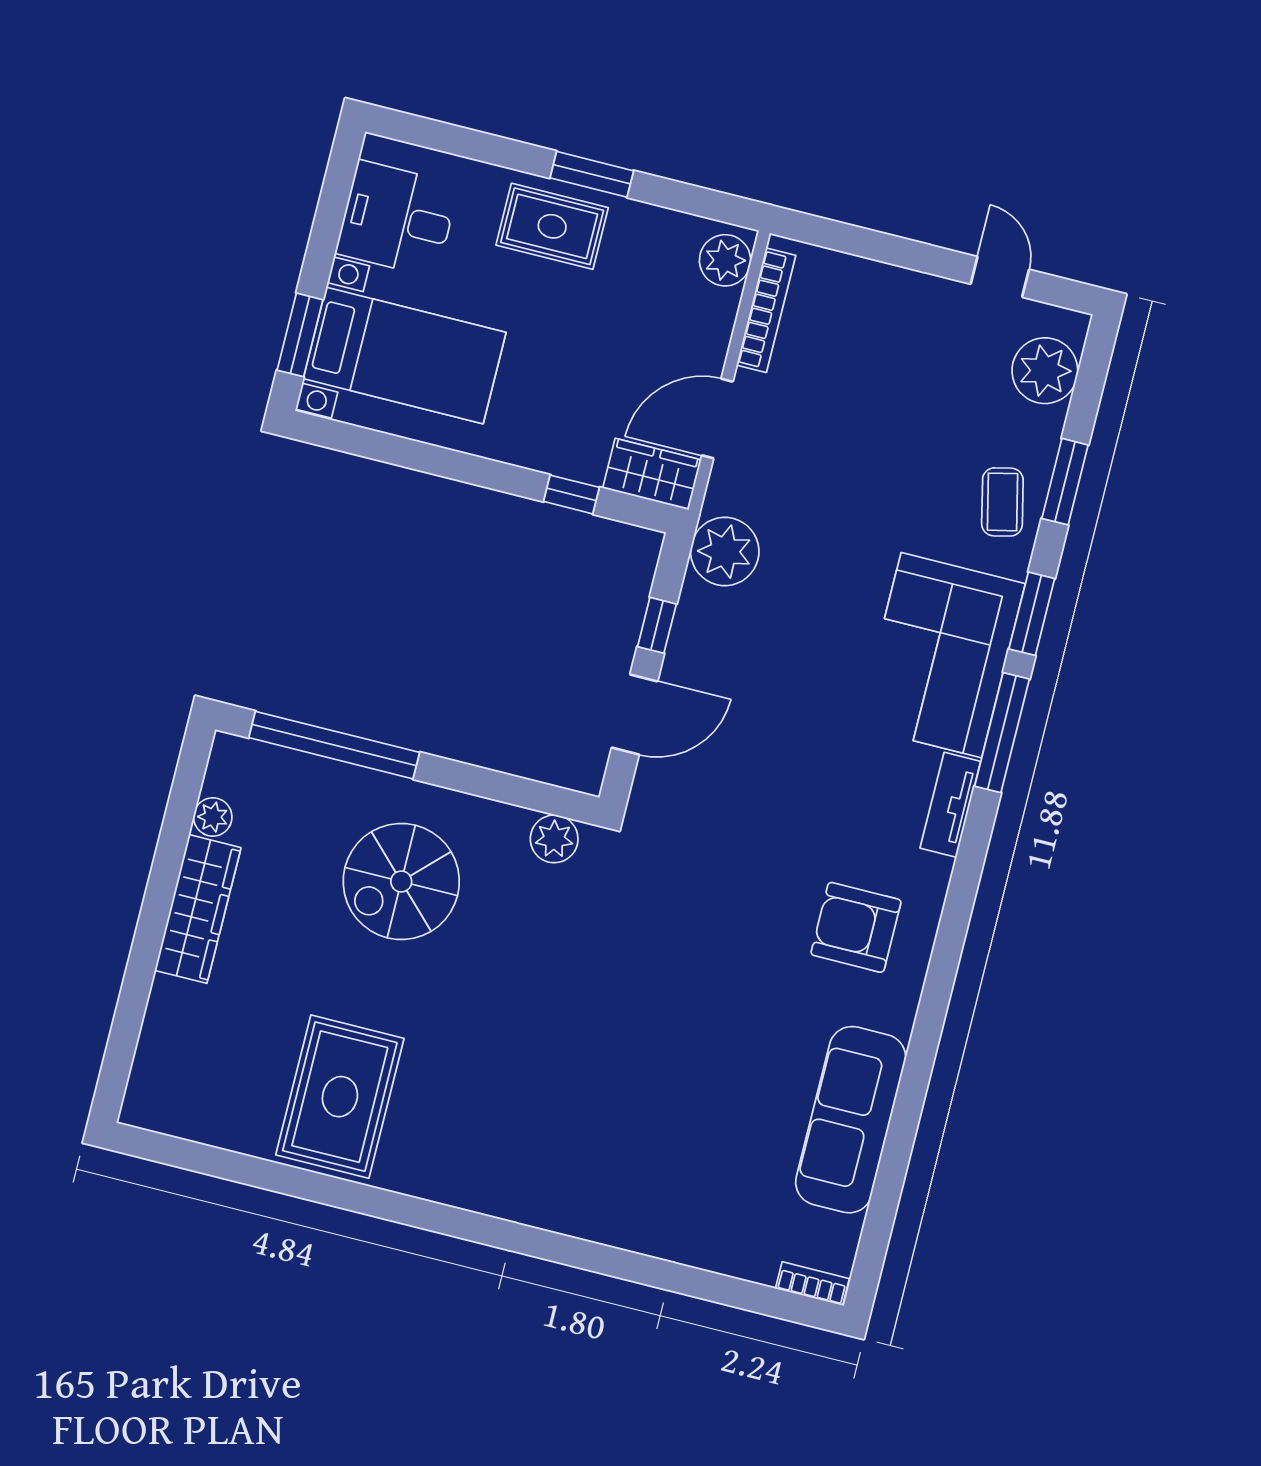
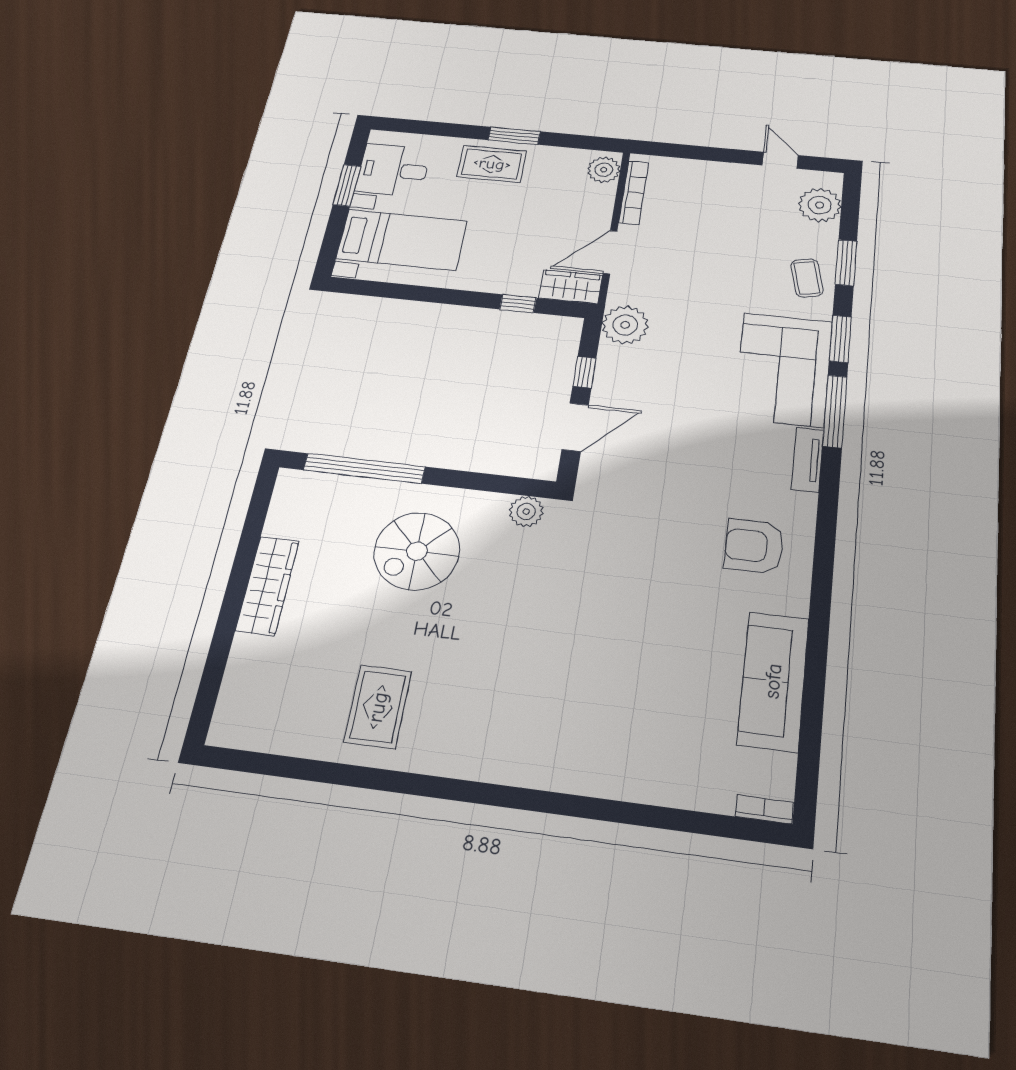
window: (300, 335) -> (347, 185), moved
plant: (213, 817) -> (278, 523), removed
rug: (340, 1097) -> (378, 707), width x0.73, depth x0.70

